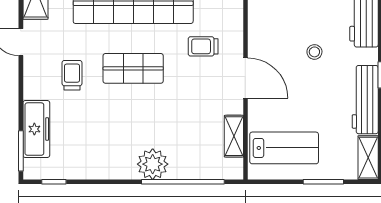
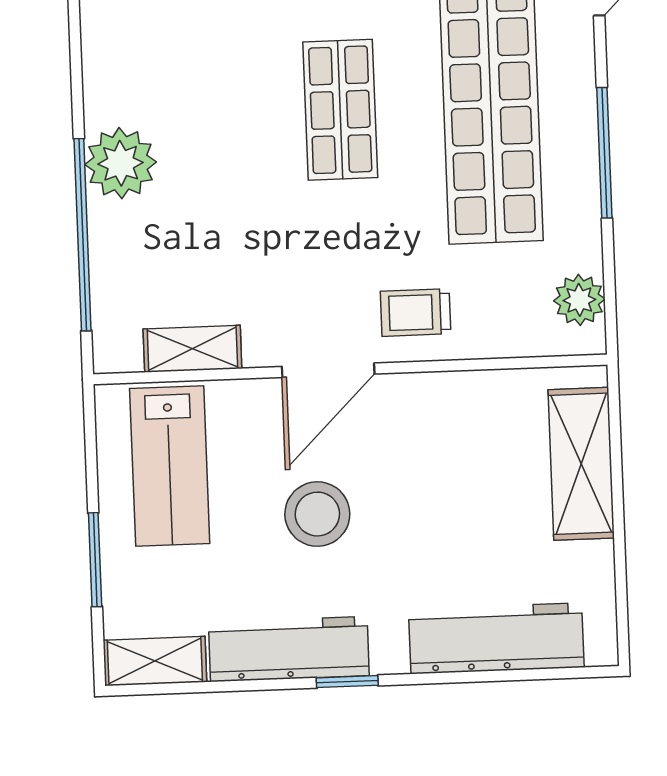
trolley: (203, 46) -> (416, 312), moved, turned -90
stool: (314, 52) -> (317, 514), moved, width x1.89, depth x1.89

